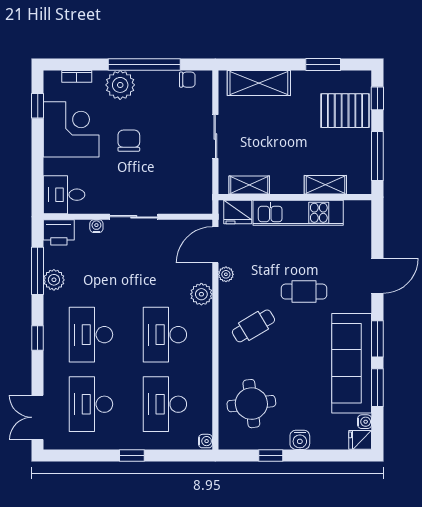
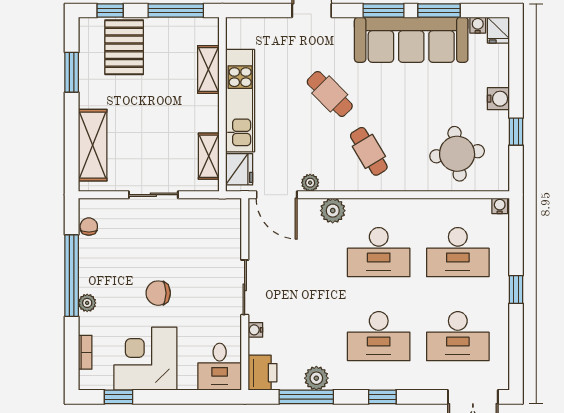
plant: (120, 85) -> (87, 303), width x0.53, depth x0.53
cafe table: (304, 292) -> (330, 94), turned -45

